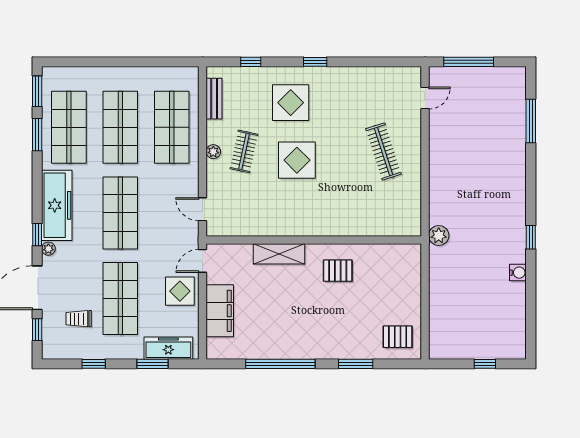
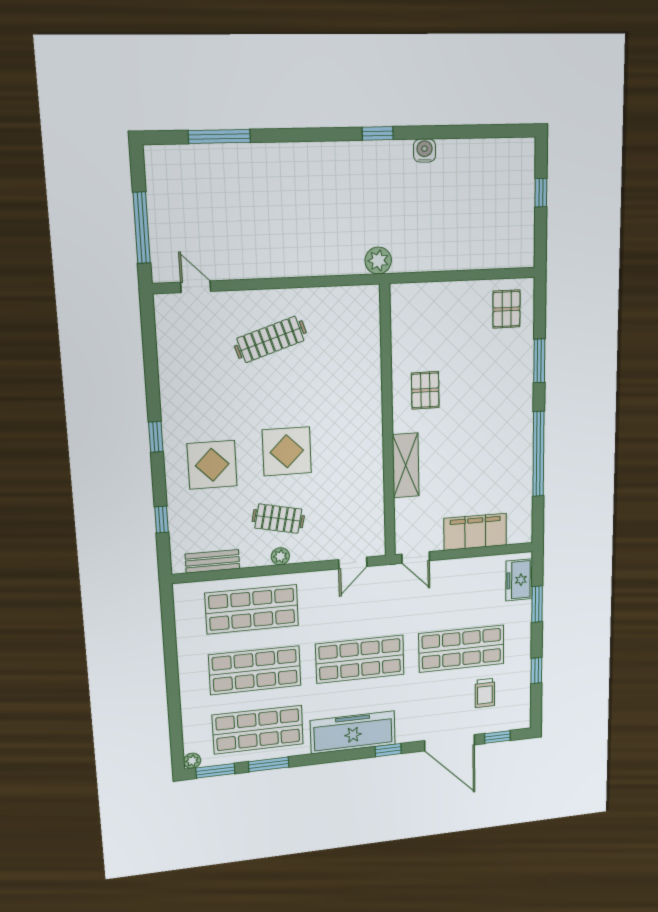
plant: (48, 249) -> (192, 761), moved
display table: (180, 291) -> (452, 581), removed
freezer: (168, 348) -> (519, 580), width x0.71

